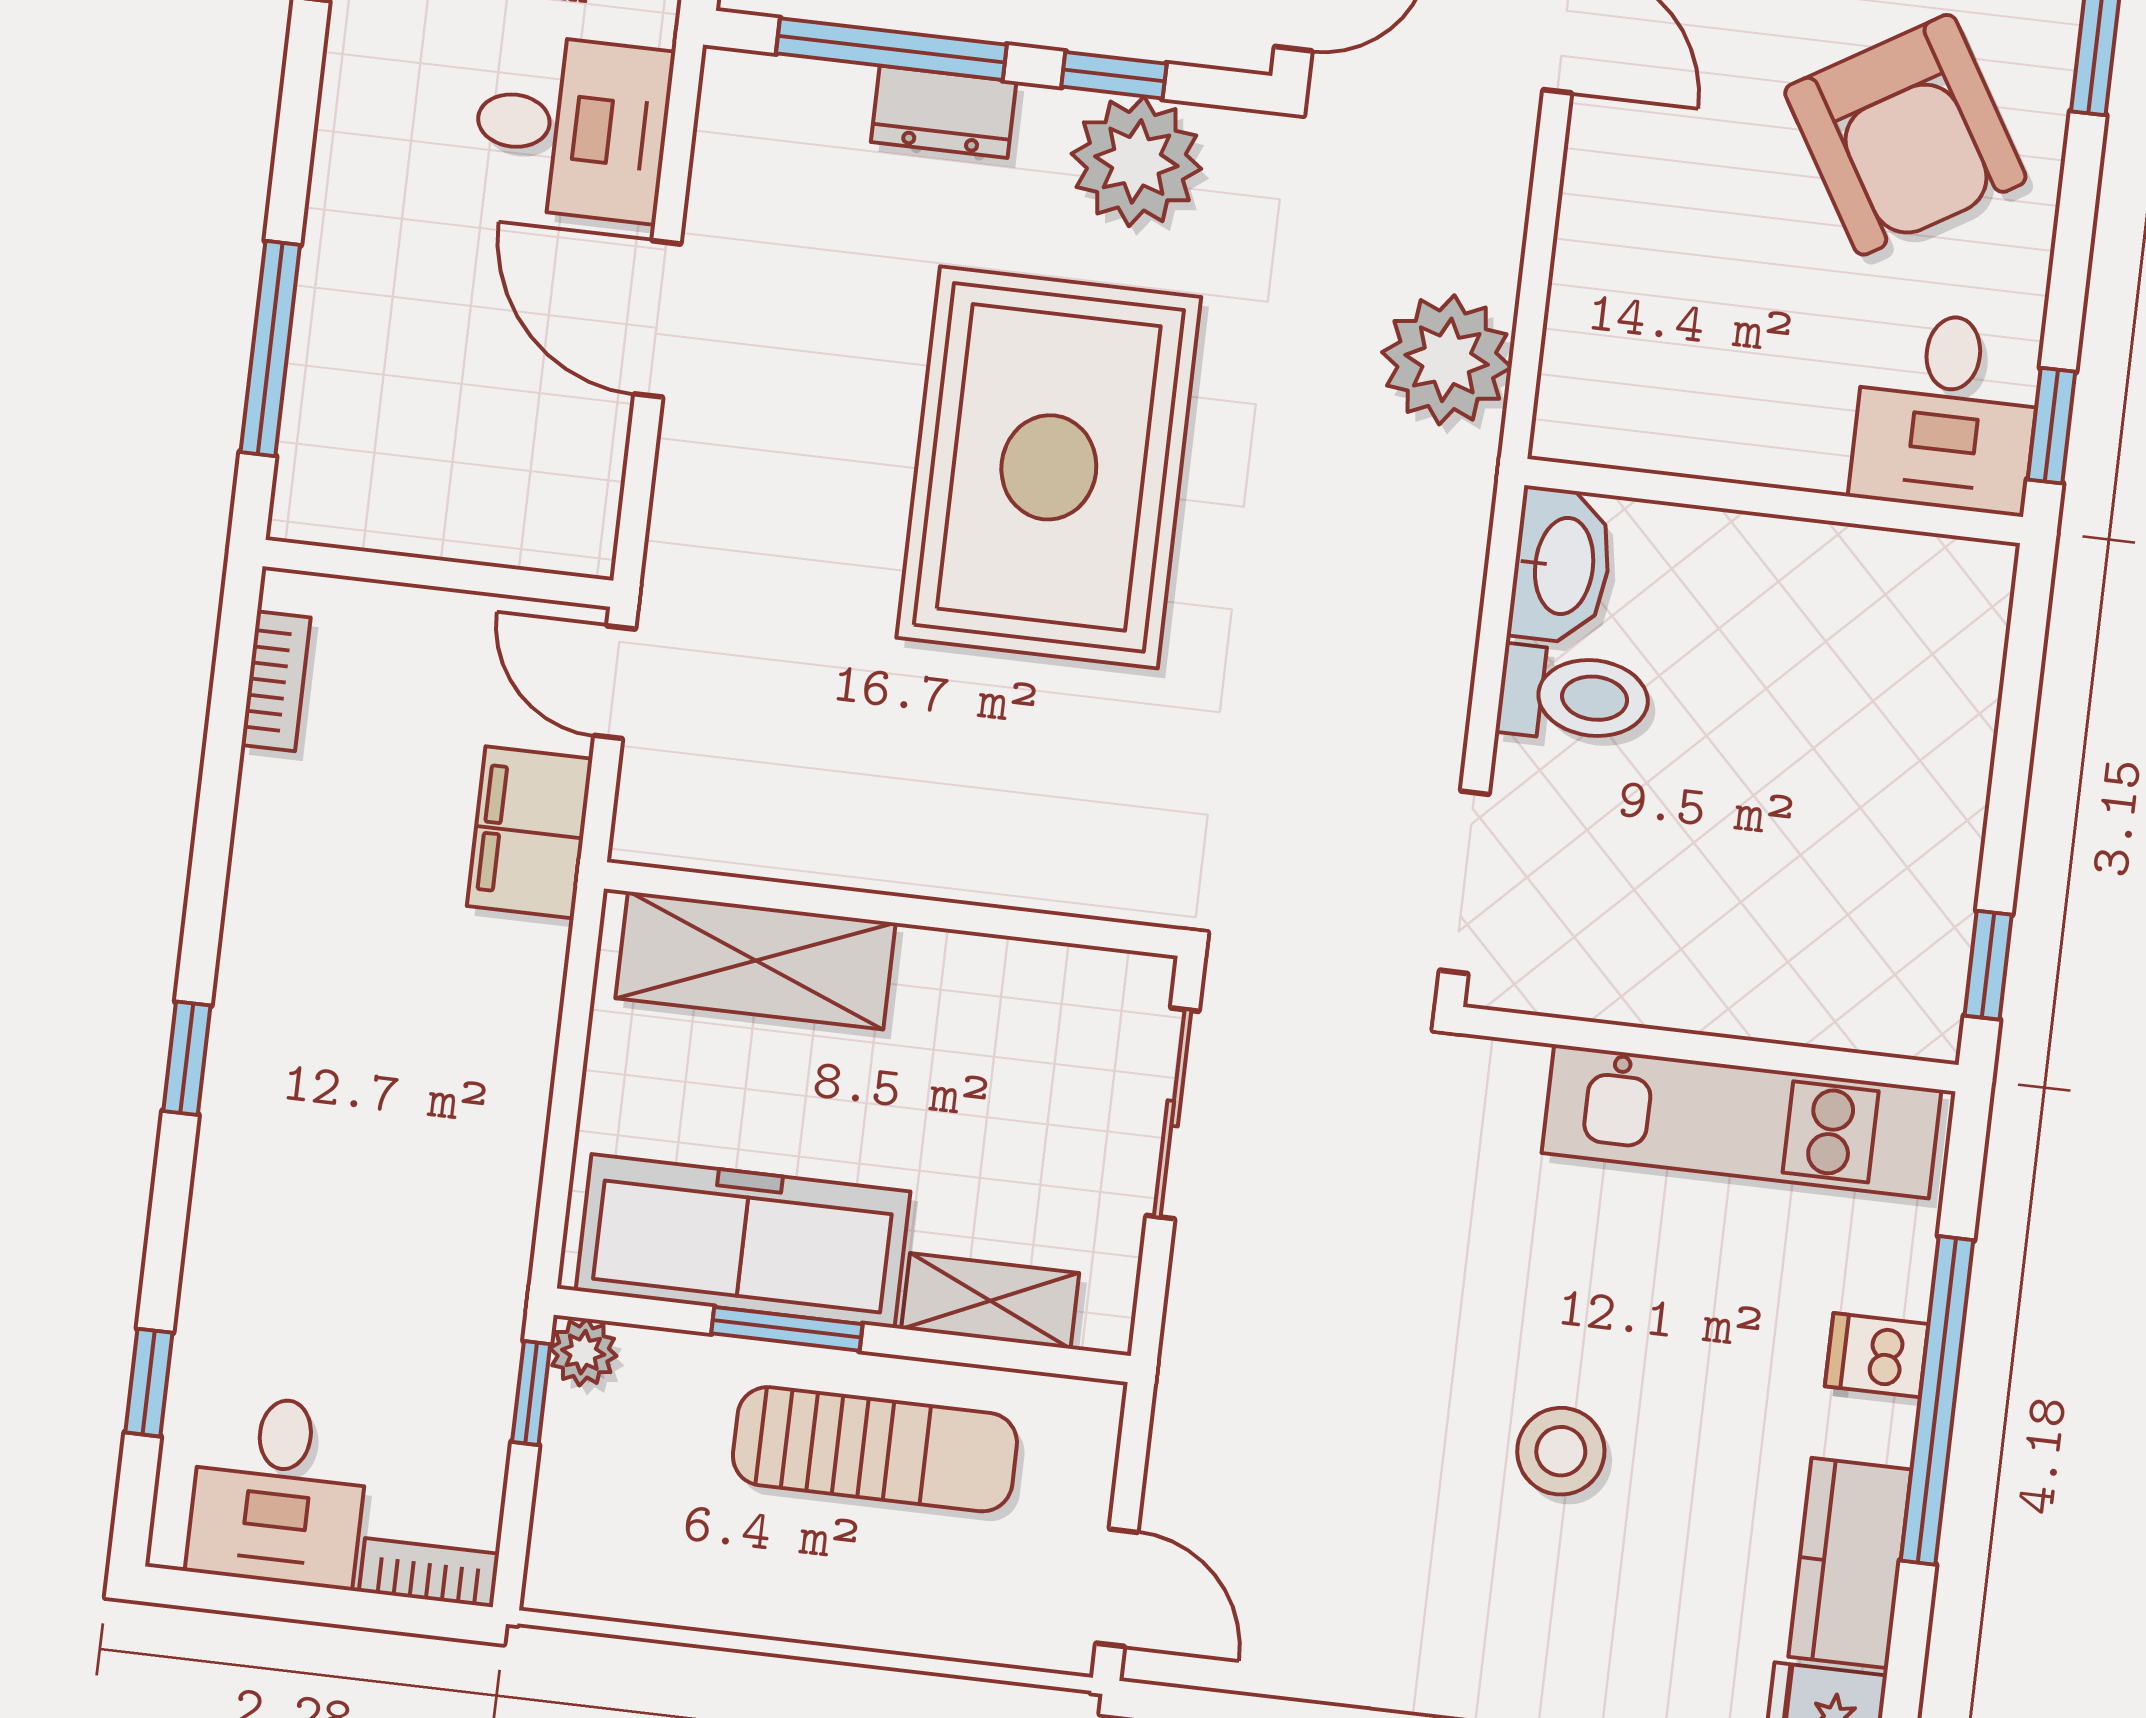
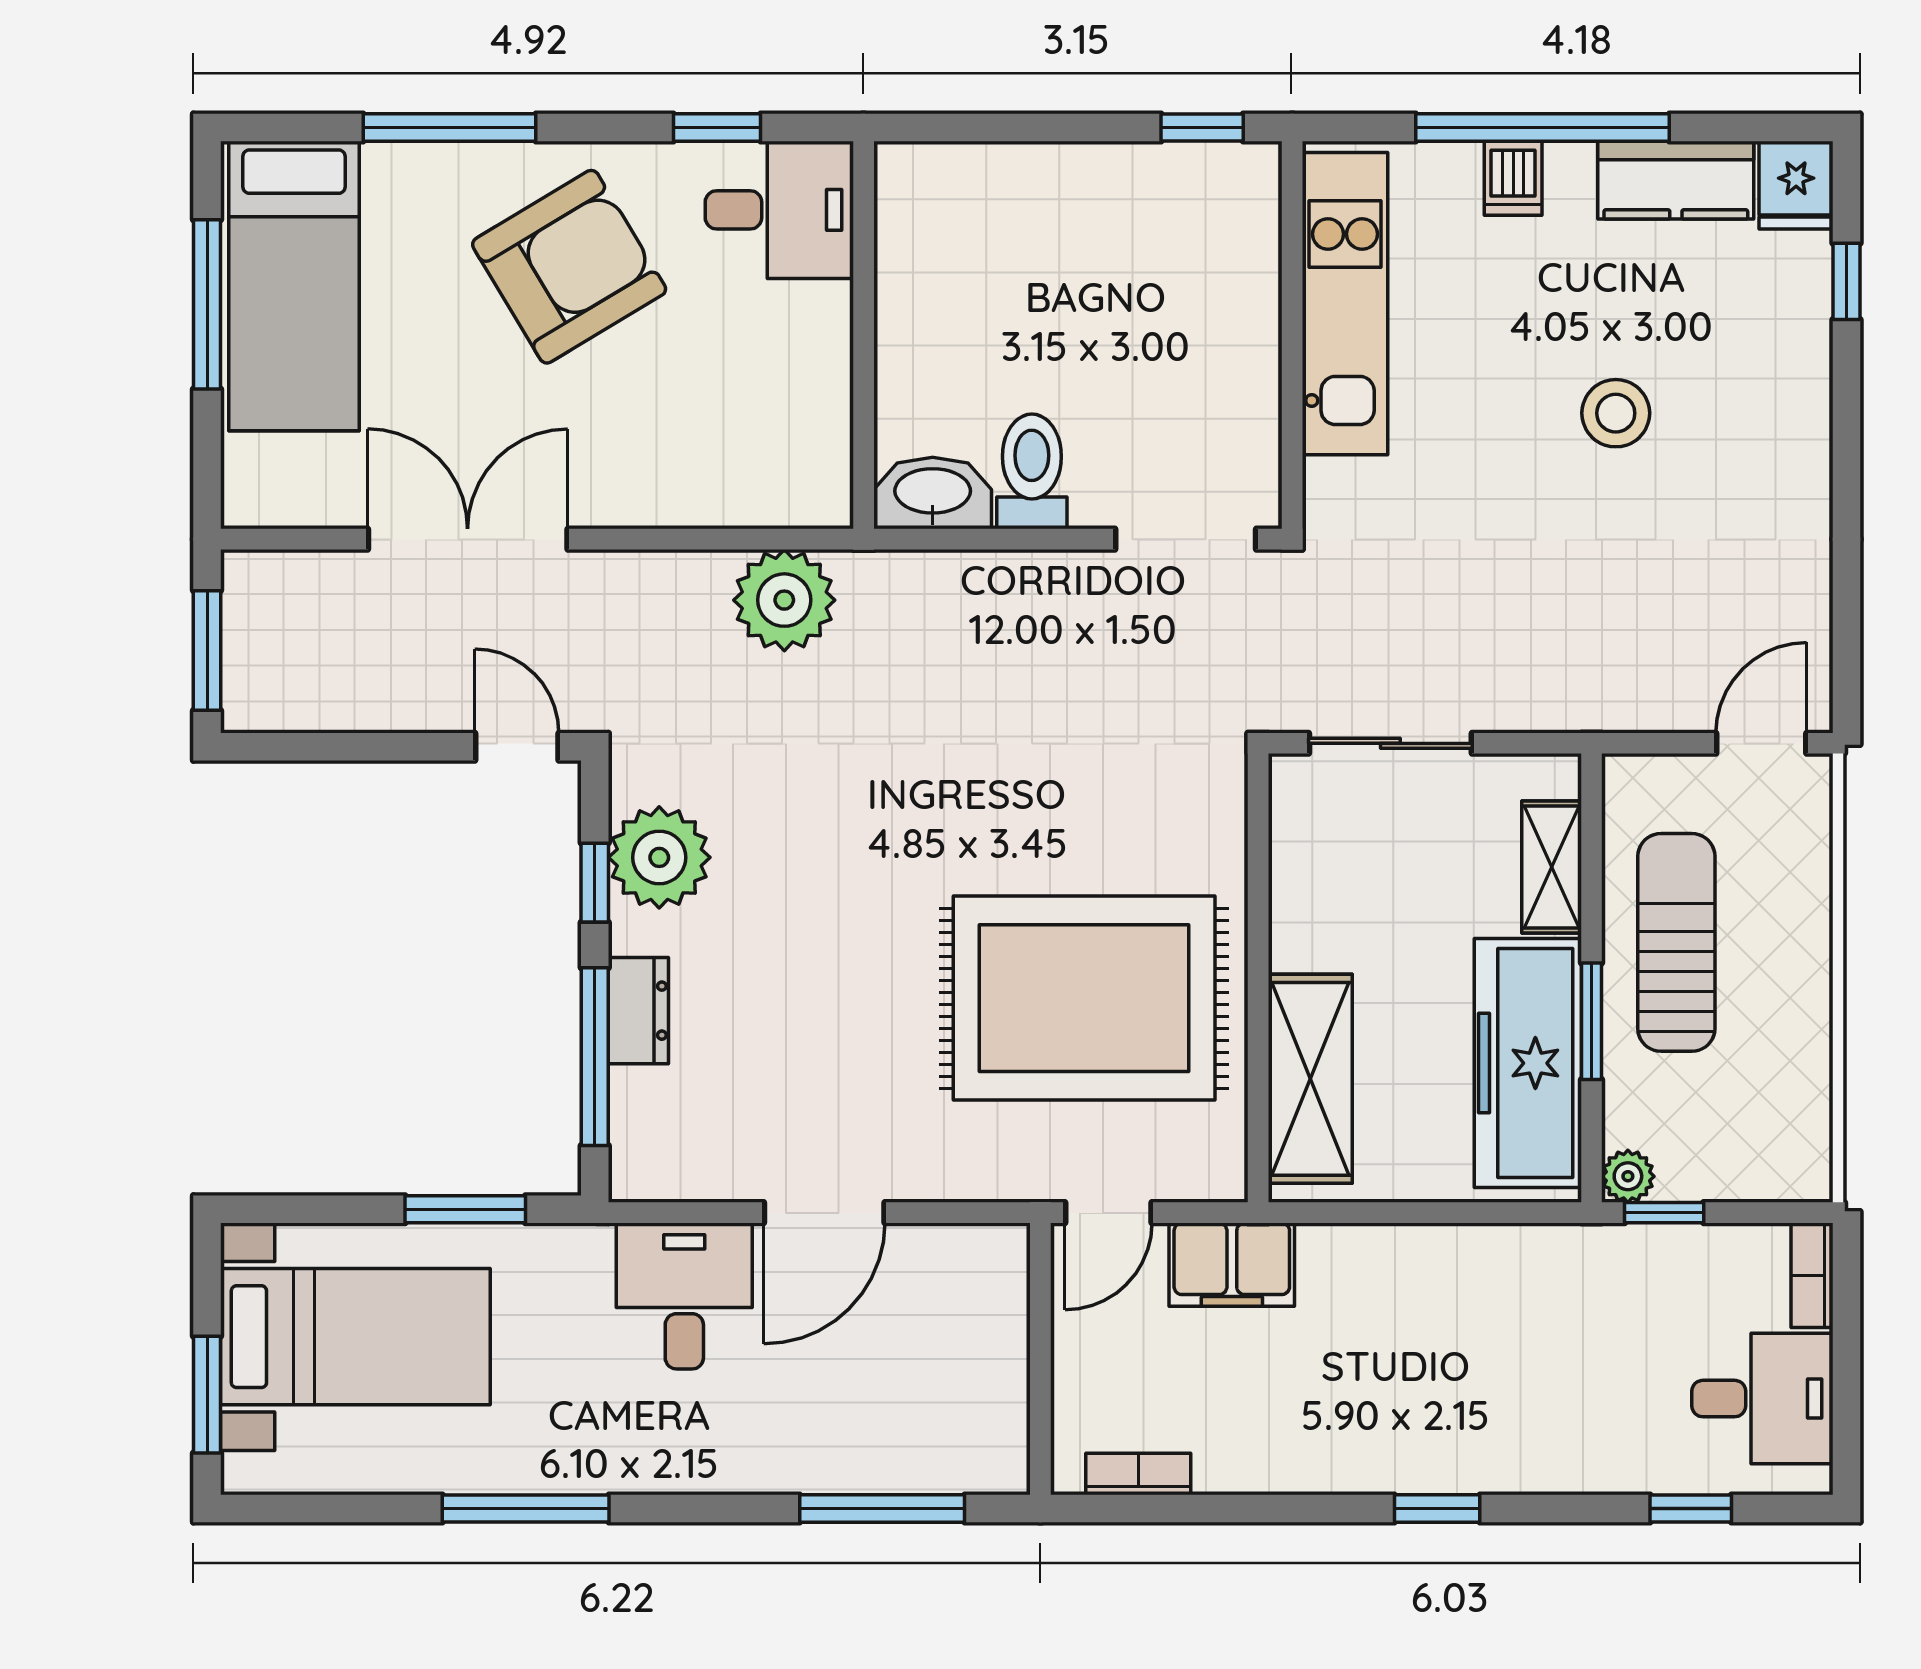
window: (2052, 426) -> (717, 128), moved
rug: (1049, 467) -> (1084, 998), moved

